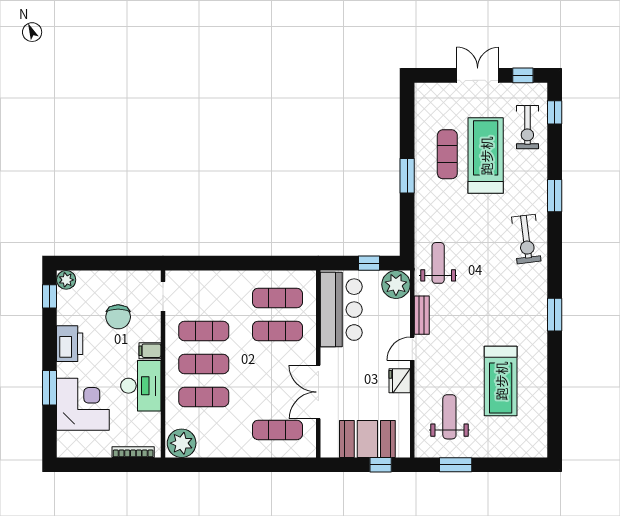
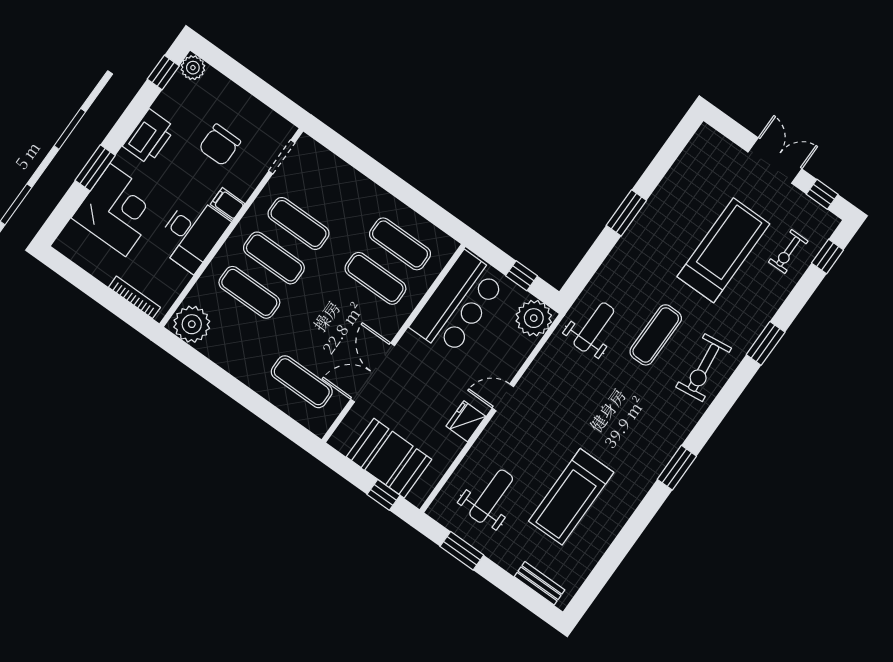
exercise bike: (527, 127) -> (788, 252), width x0.73, depth x0.72
exercise mat: (447, 154) -> (656, 335), moved
bench: (422, 315) -> (540, 583), moved, turned 90

